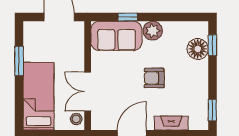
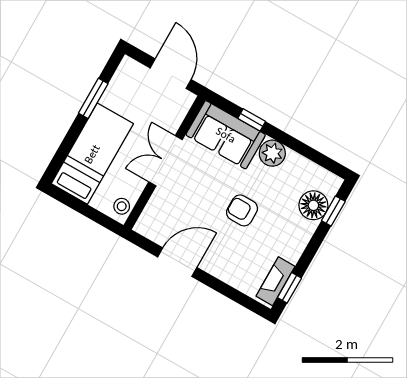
double door: (88, 92) -> (166, 161), moved
fireplace: (171, 123) -> (276, 281), moved, turned -90

